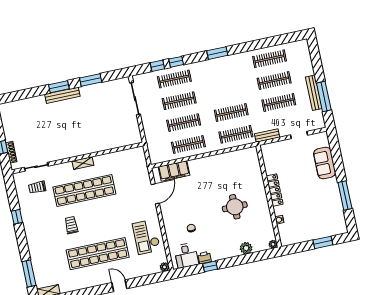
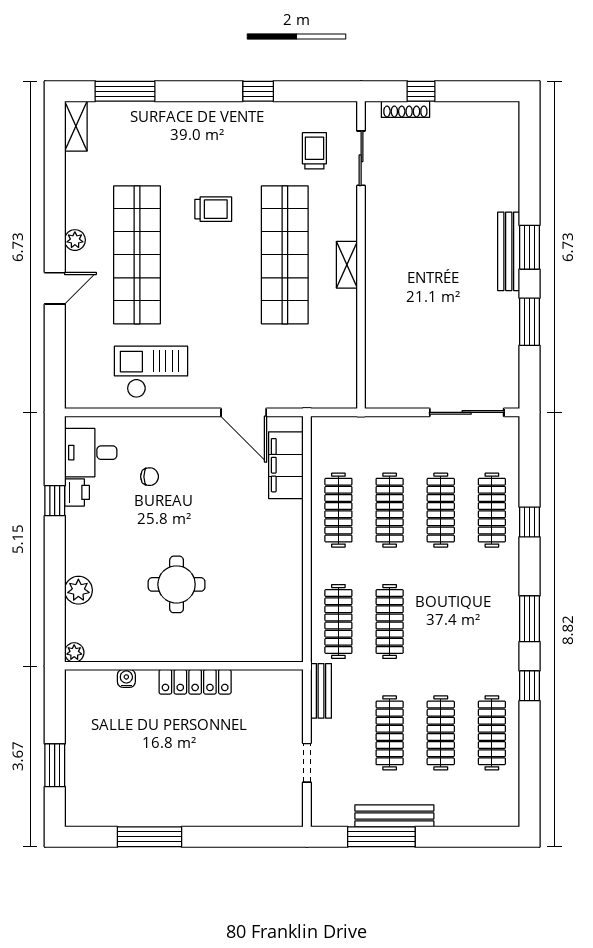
window: (157, 66) -> (530, 686), moved
sofa: (325, 163) -> (232, 807), removed
plant: (165, 267) -> (75, 240), moved

